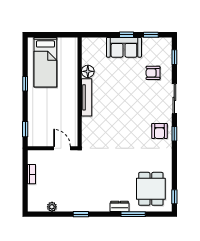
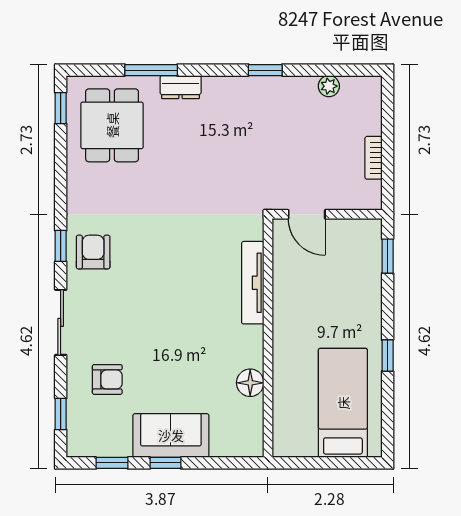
tv unit: (87, 97) -> (253, 283), moved

